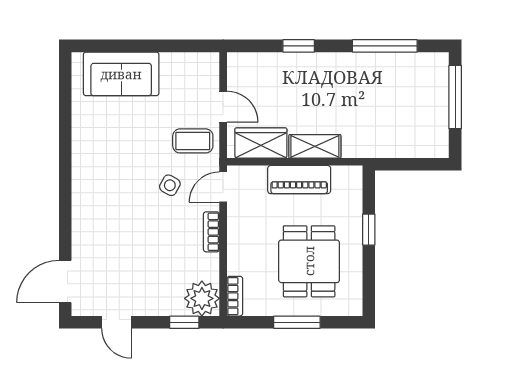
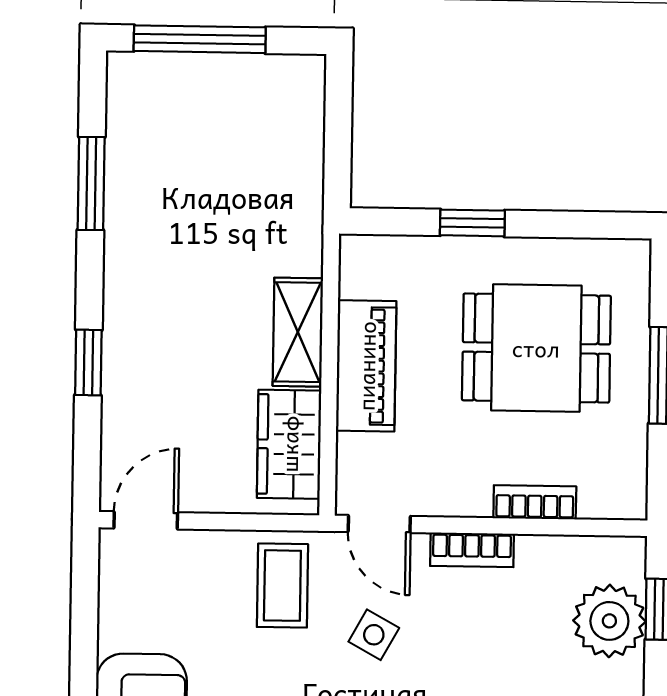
window: (385, 46) -> (91, 184), width x0.69
door: (223, 107) -> (146, 520), moved
bookcase: (235, 296) -> (535, 502), moved
plant: (202, 298) -> (609, 621), moved

